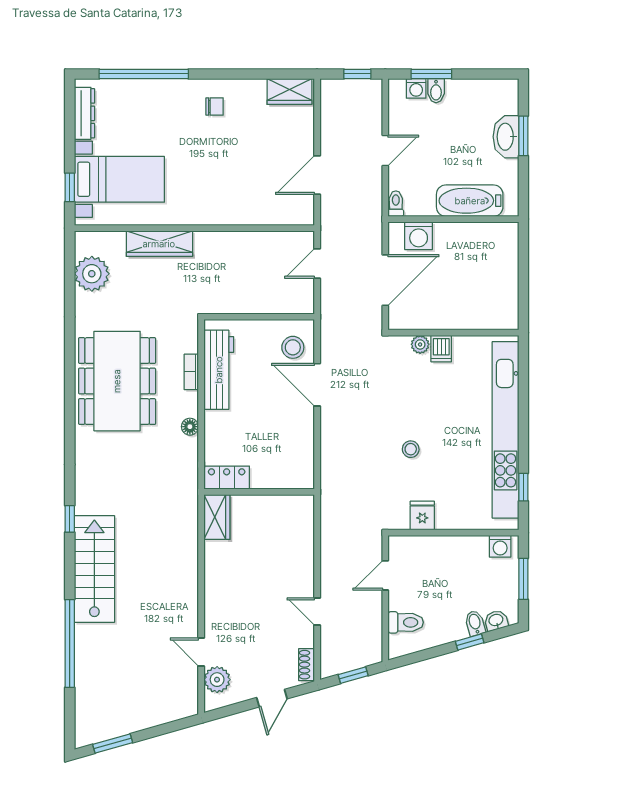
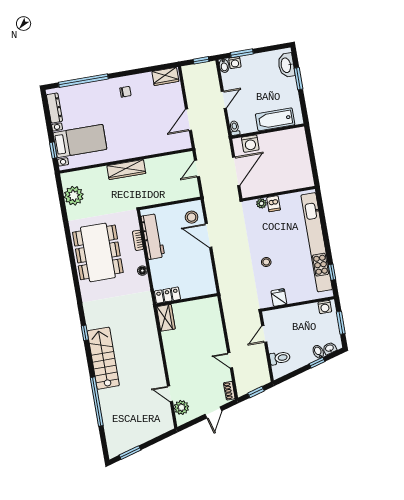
bidet: (436, 91) -> (224, 66), moved
washbasin: (506, 137) -> (286, 65), moved
wardrobe: (159, 244) -> (126, 170), moved

